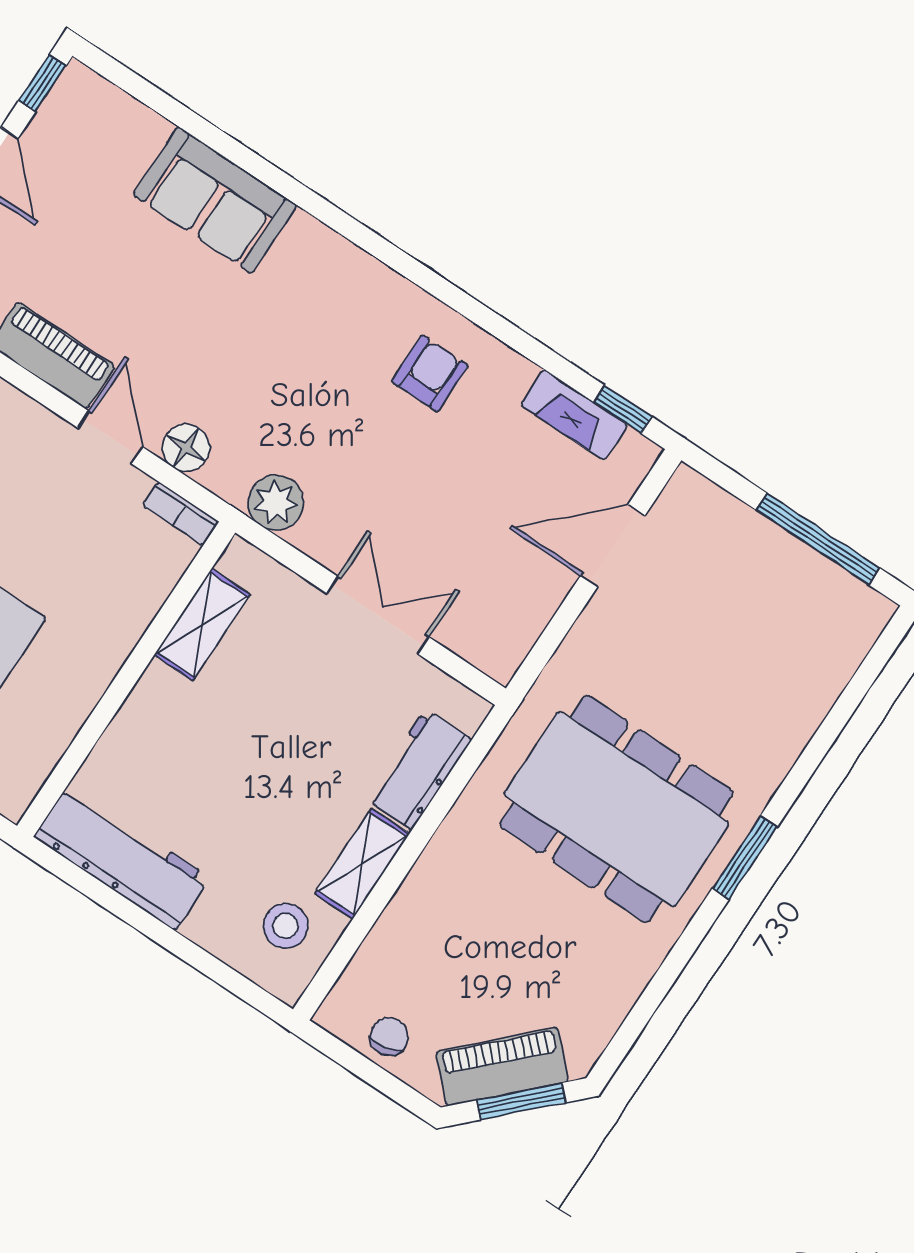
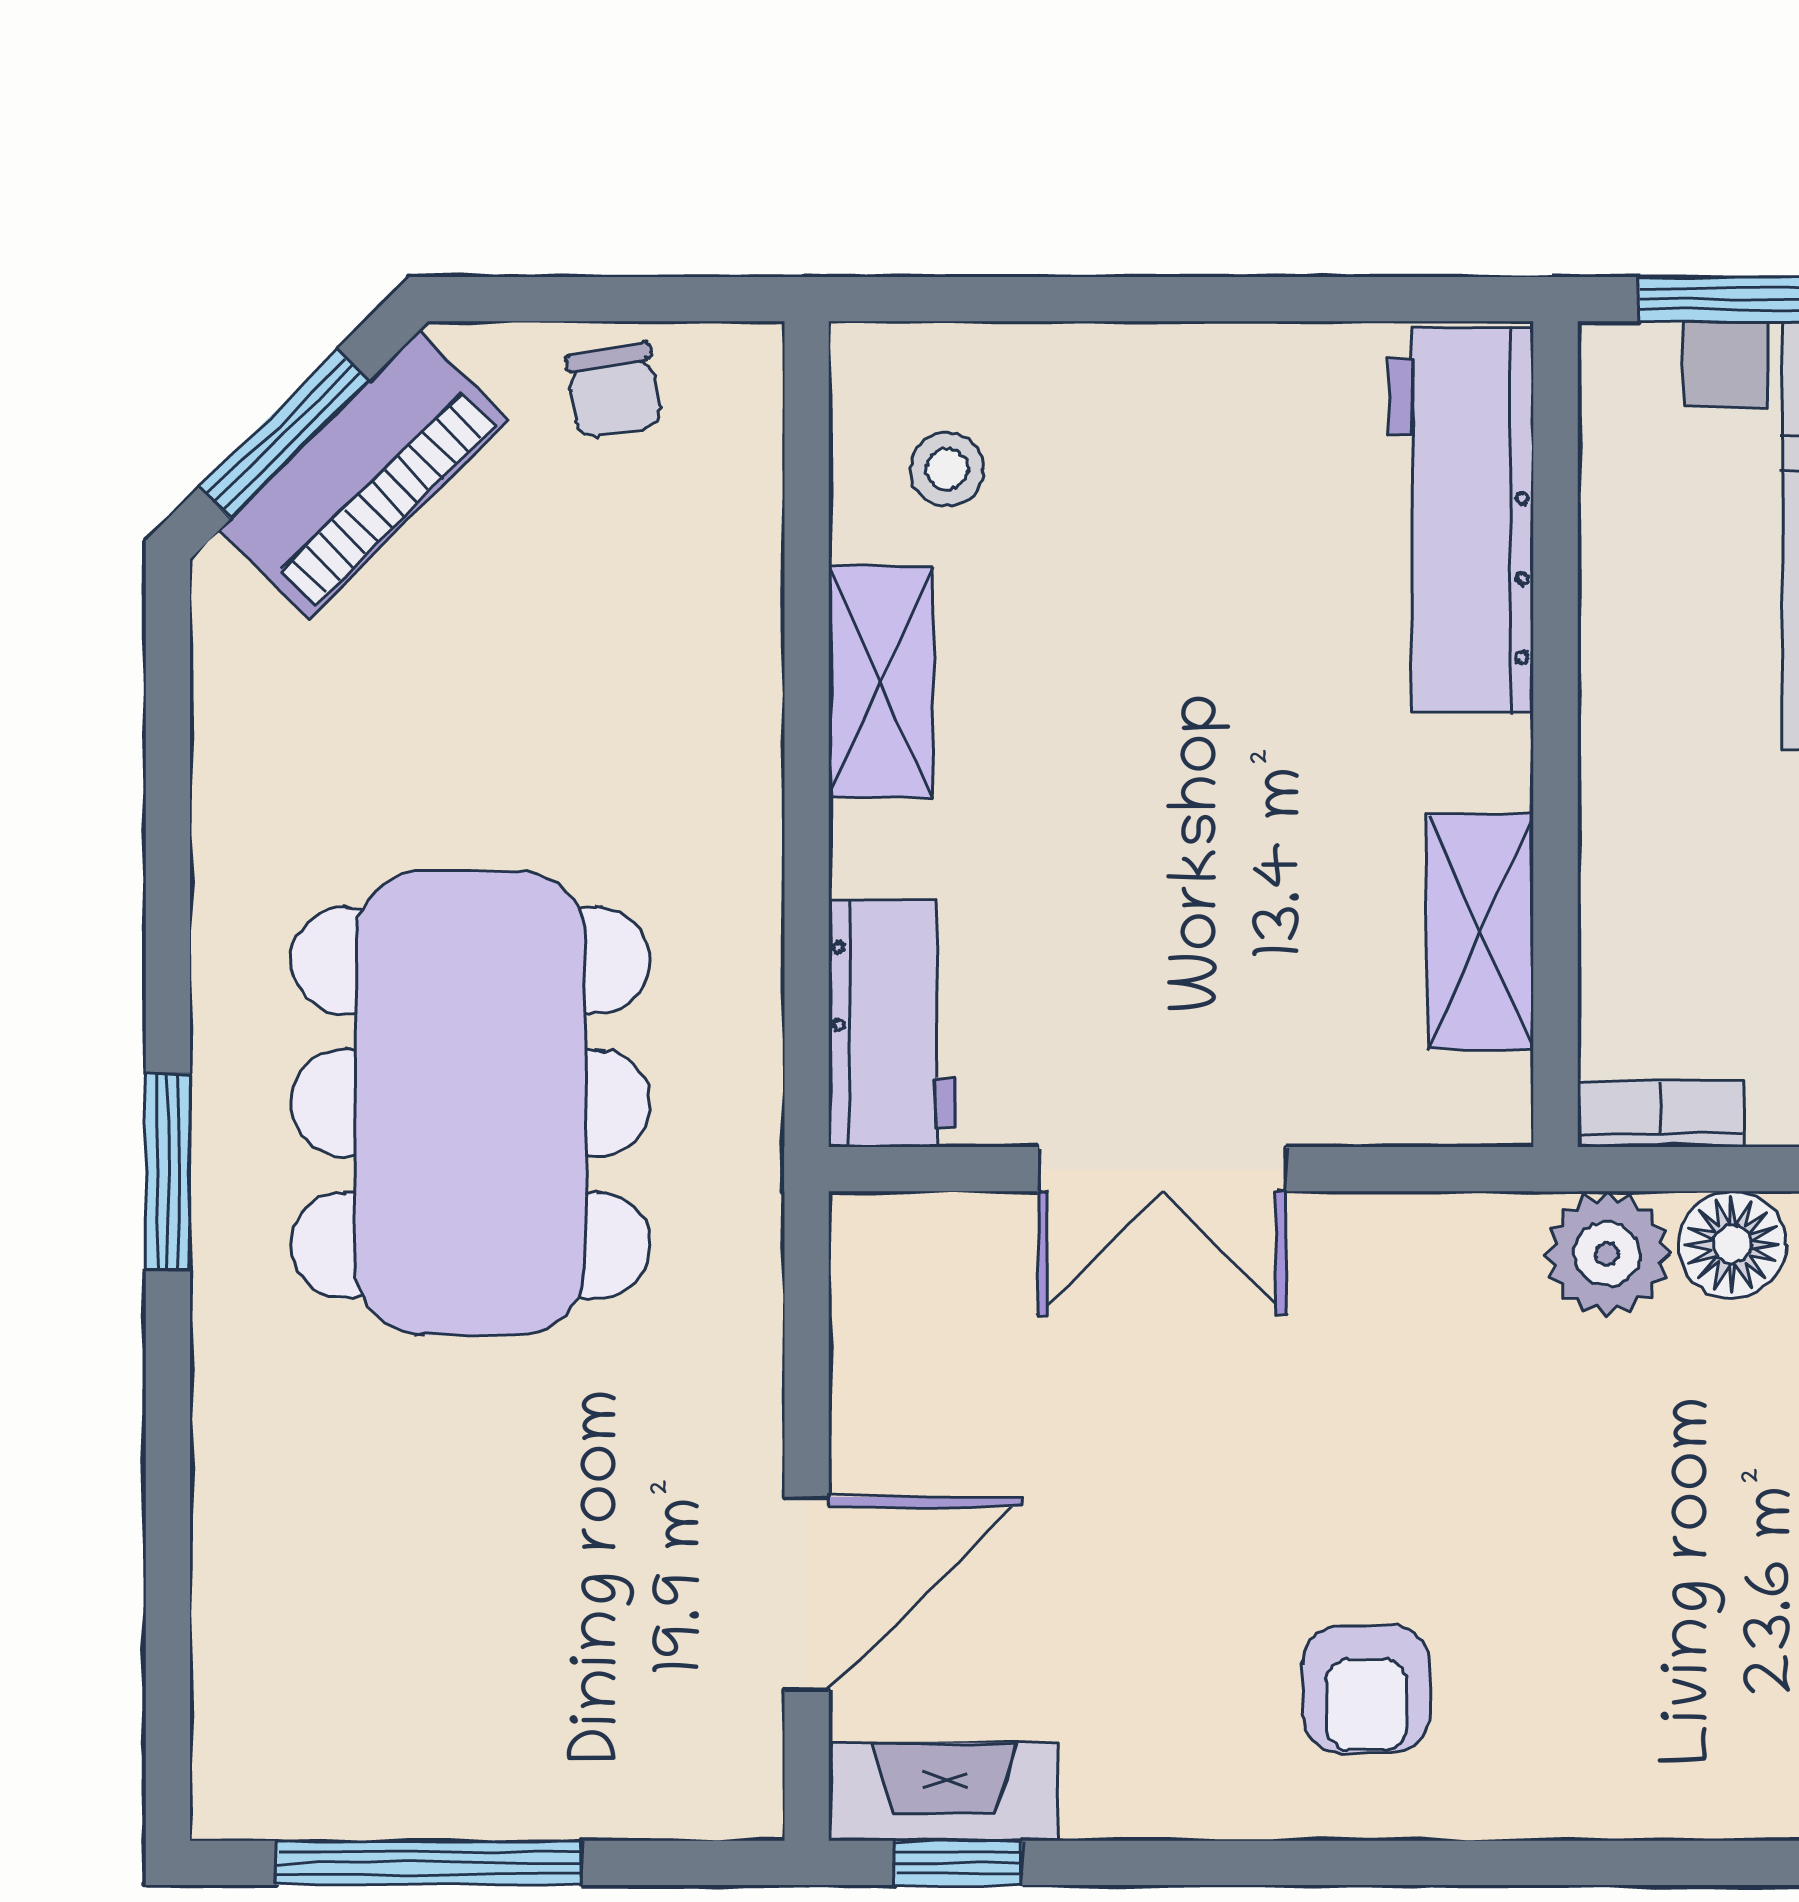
fireplace: (574, 415) -> (944, 1792), moved
plant: (276, 503) -> (1607, 1254), moved
workbench: (419, 769) -> (893, 1023), moved
dining table: (616, 809) -> (471, 1103), turned 90
workbench: (122, 857) -> (1461, 520), moved, turned 90
stool: (286, 926) -> (947, 469), width x0.73, depth x0.73

